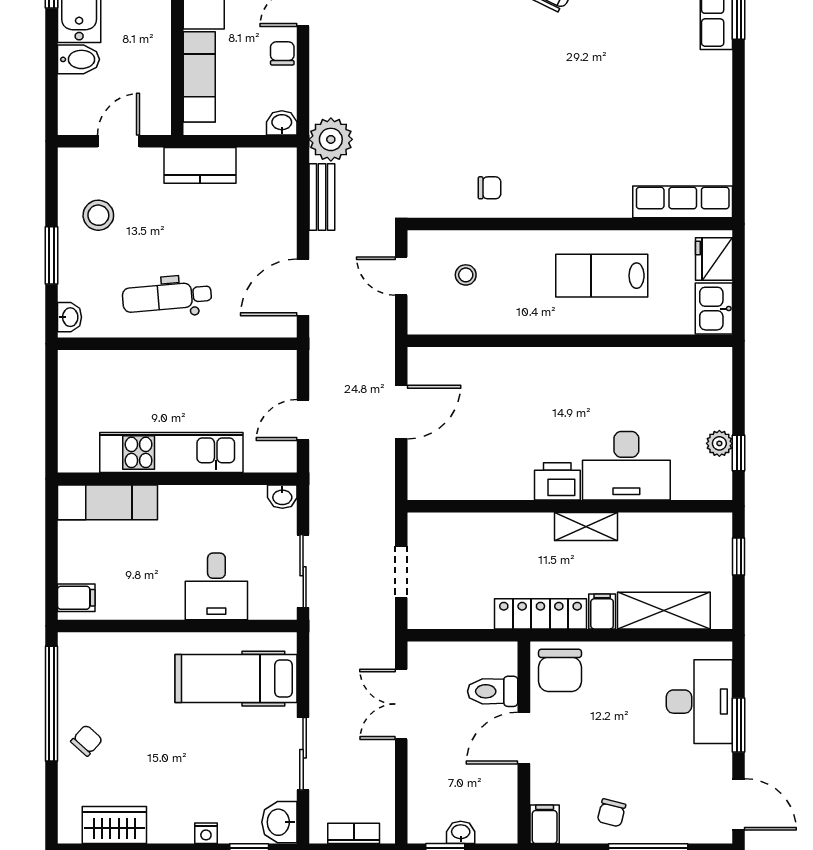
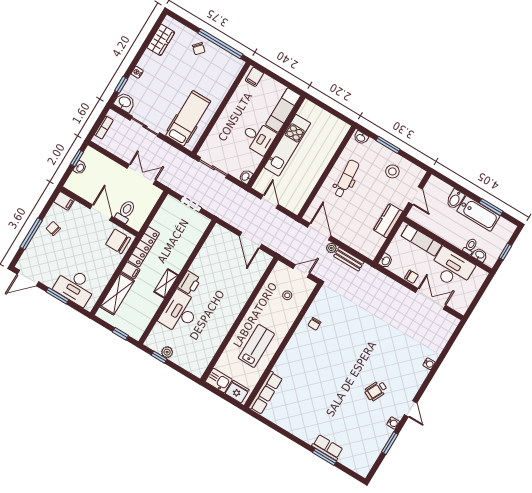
plant: (331, 139) -> (331, 248), moved, width x0.53, depth x0.53
desk: (216, 586) -> (258, 138), moved, turned 180

